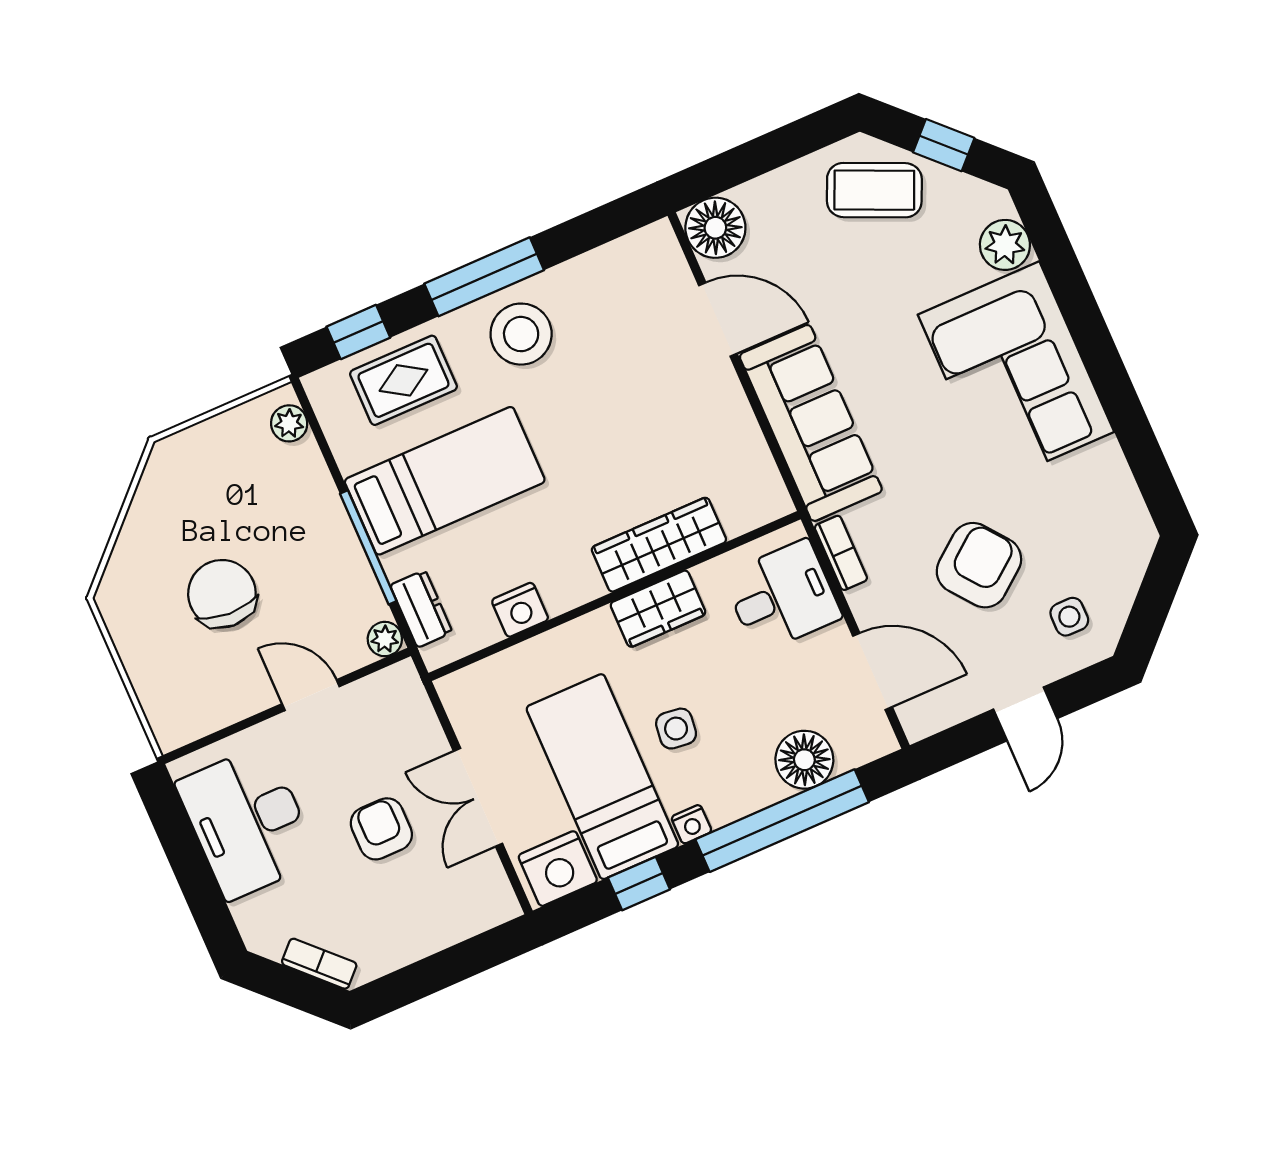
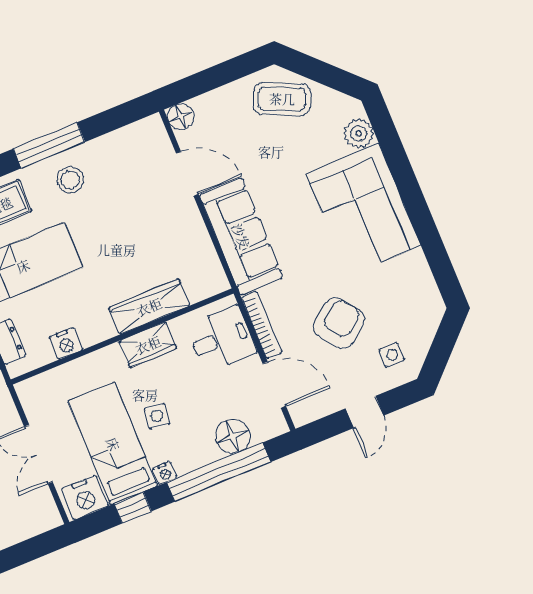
window: (944, 145) -> (324, 73), removed
floor lamp: (715, 228) -> (181, 117), width x0.73, depth x0.73
stool: (521, 334) -> (70, 180), width x0.73, depth x0.73
bookcase: (841, 553) -> (262, 325), width x1.56

